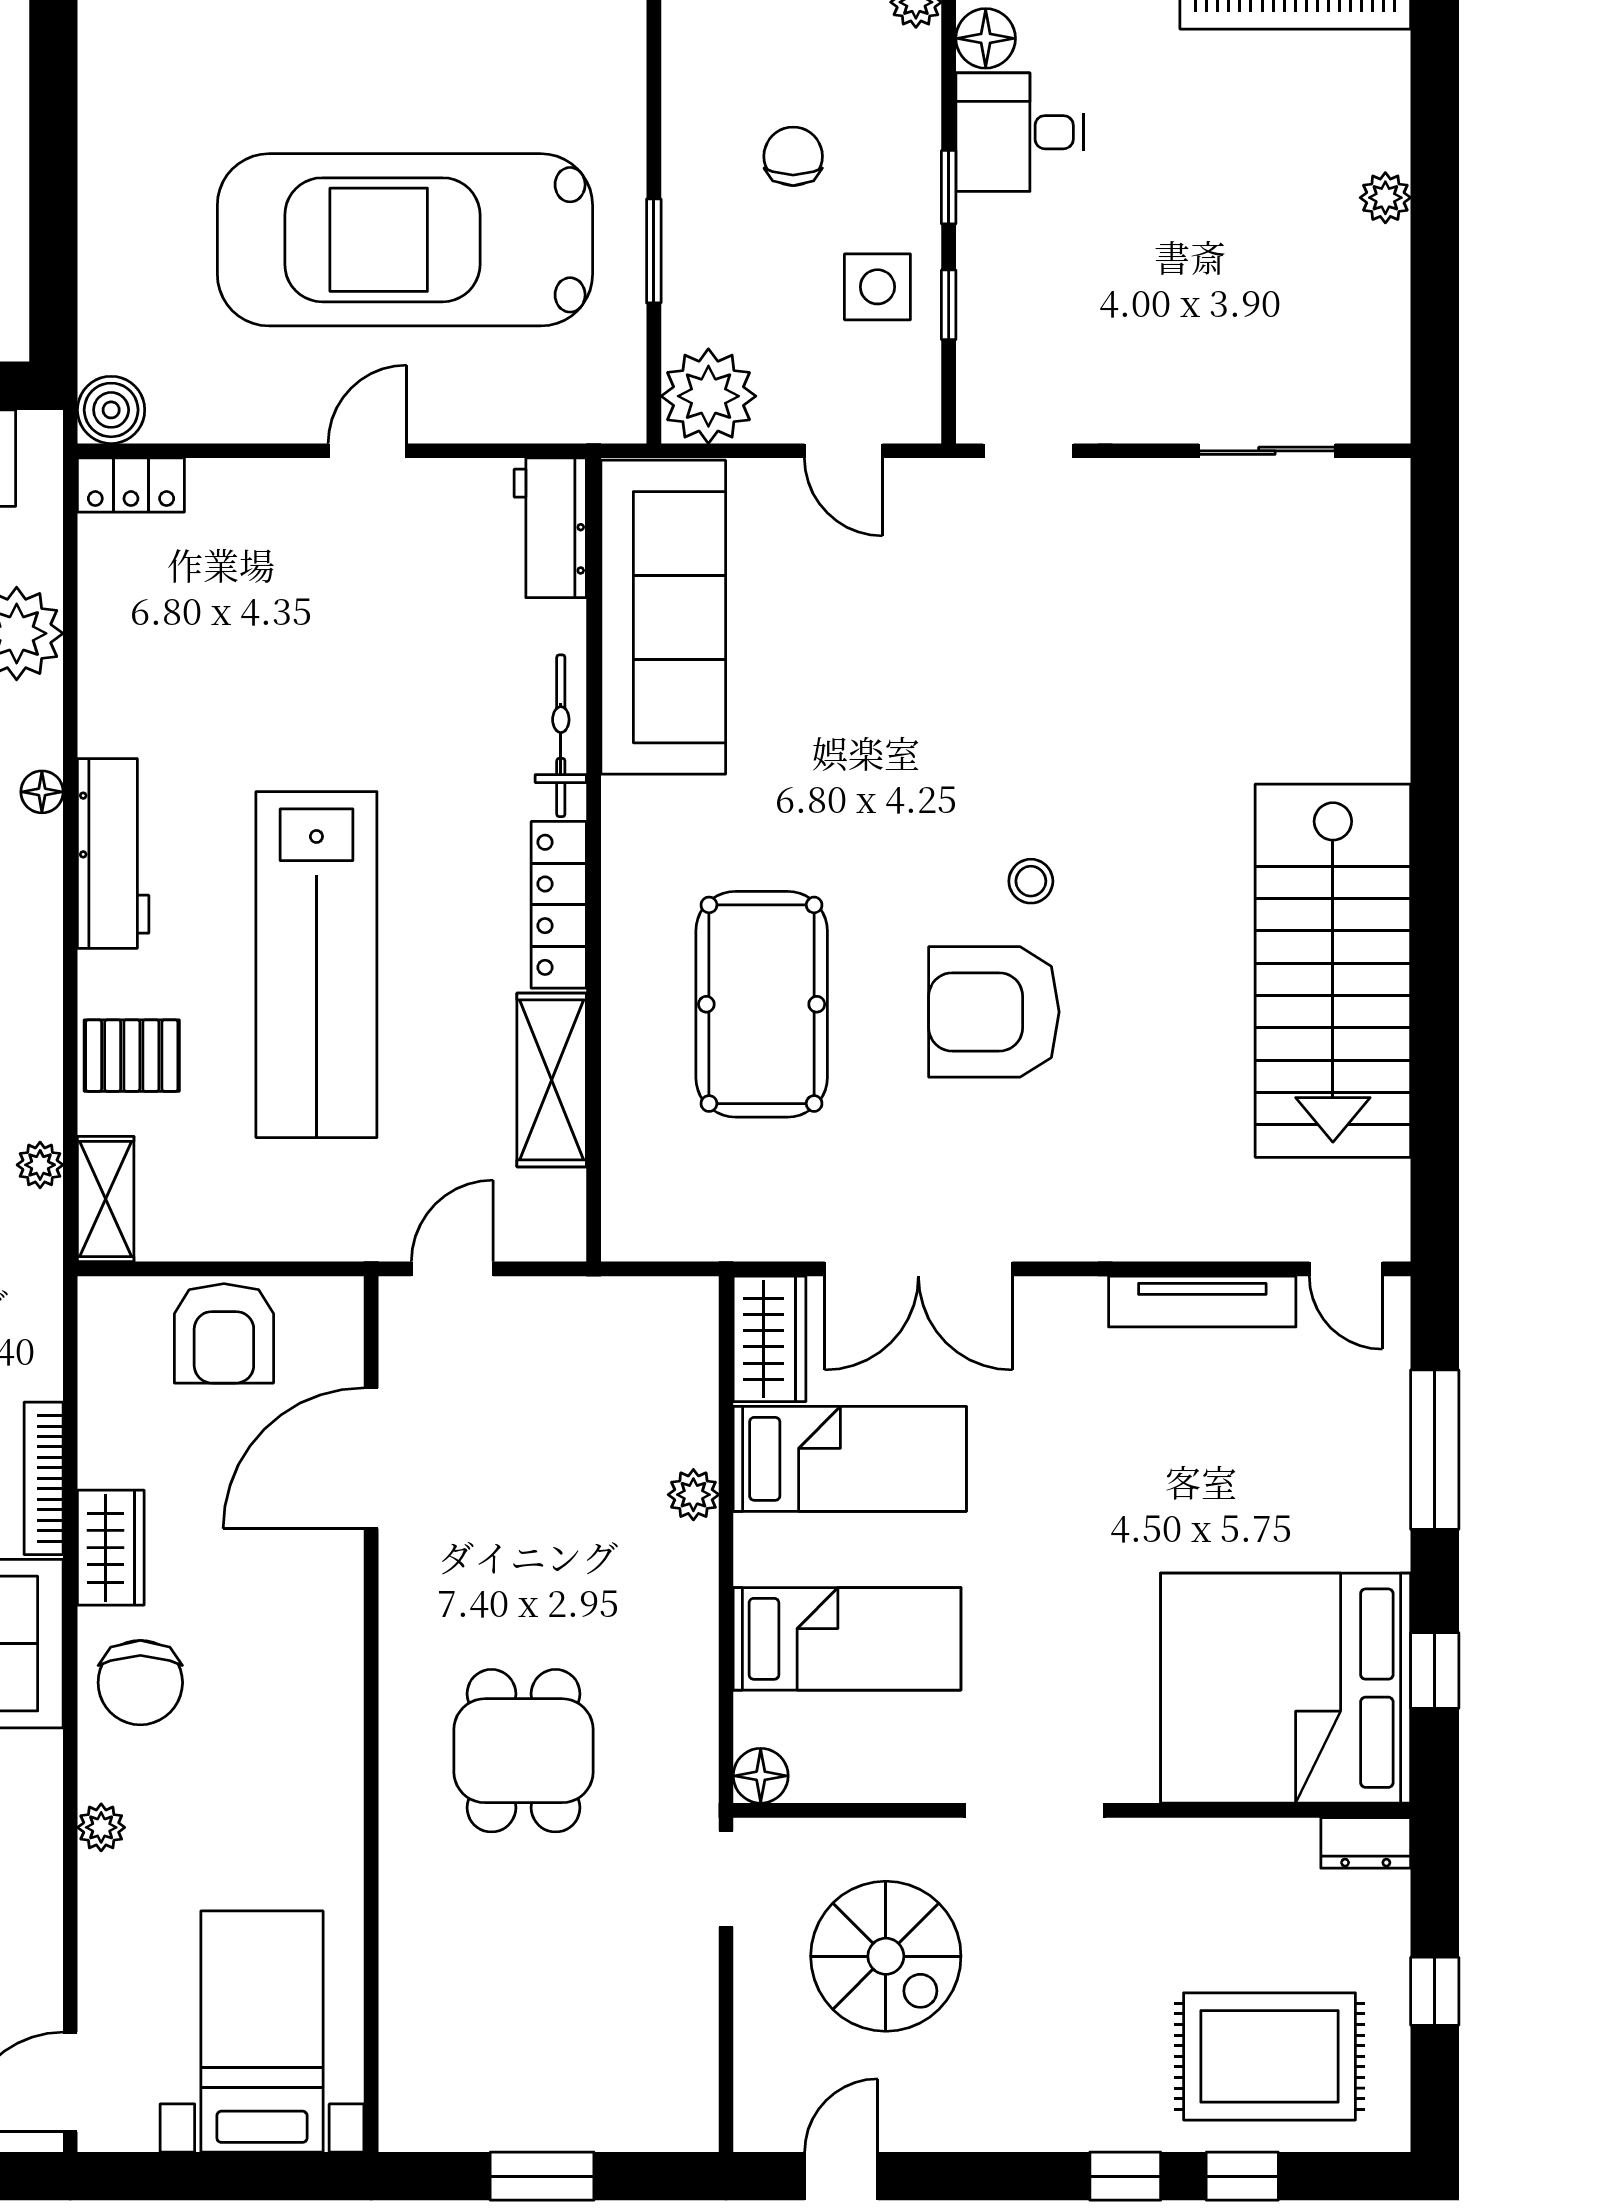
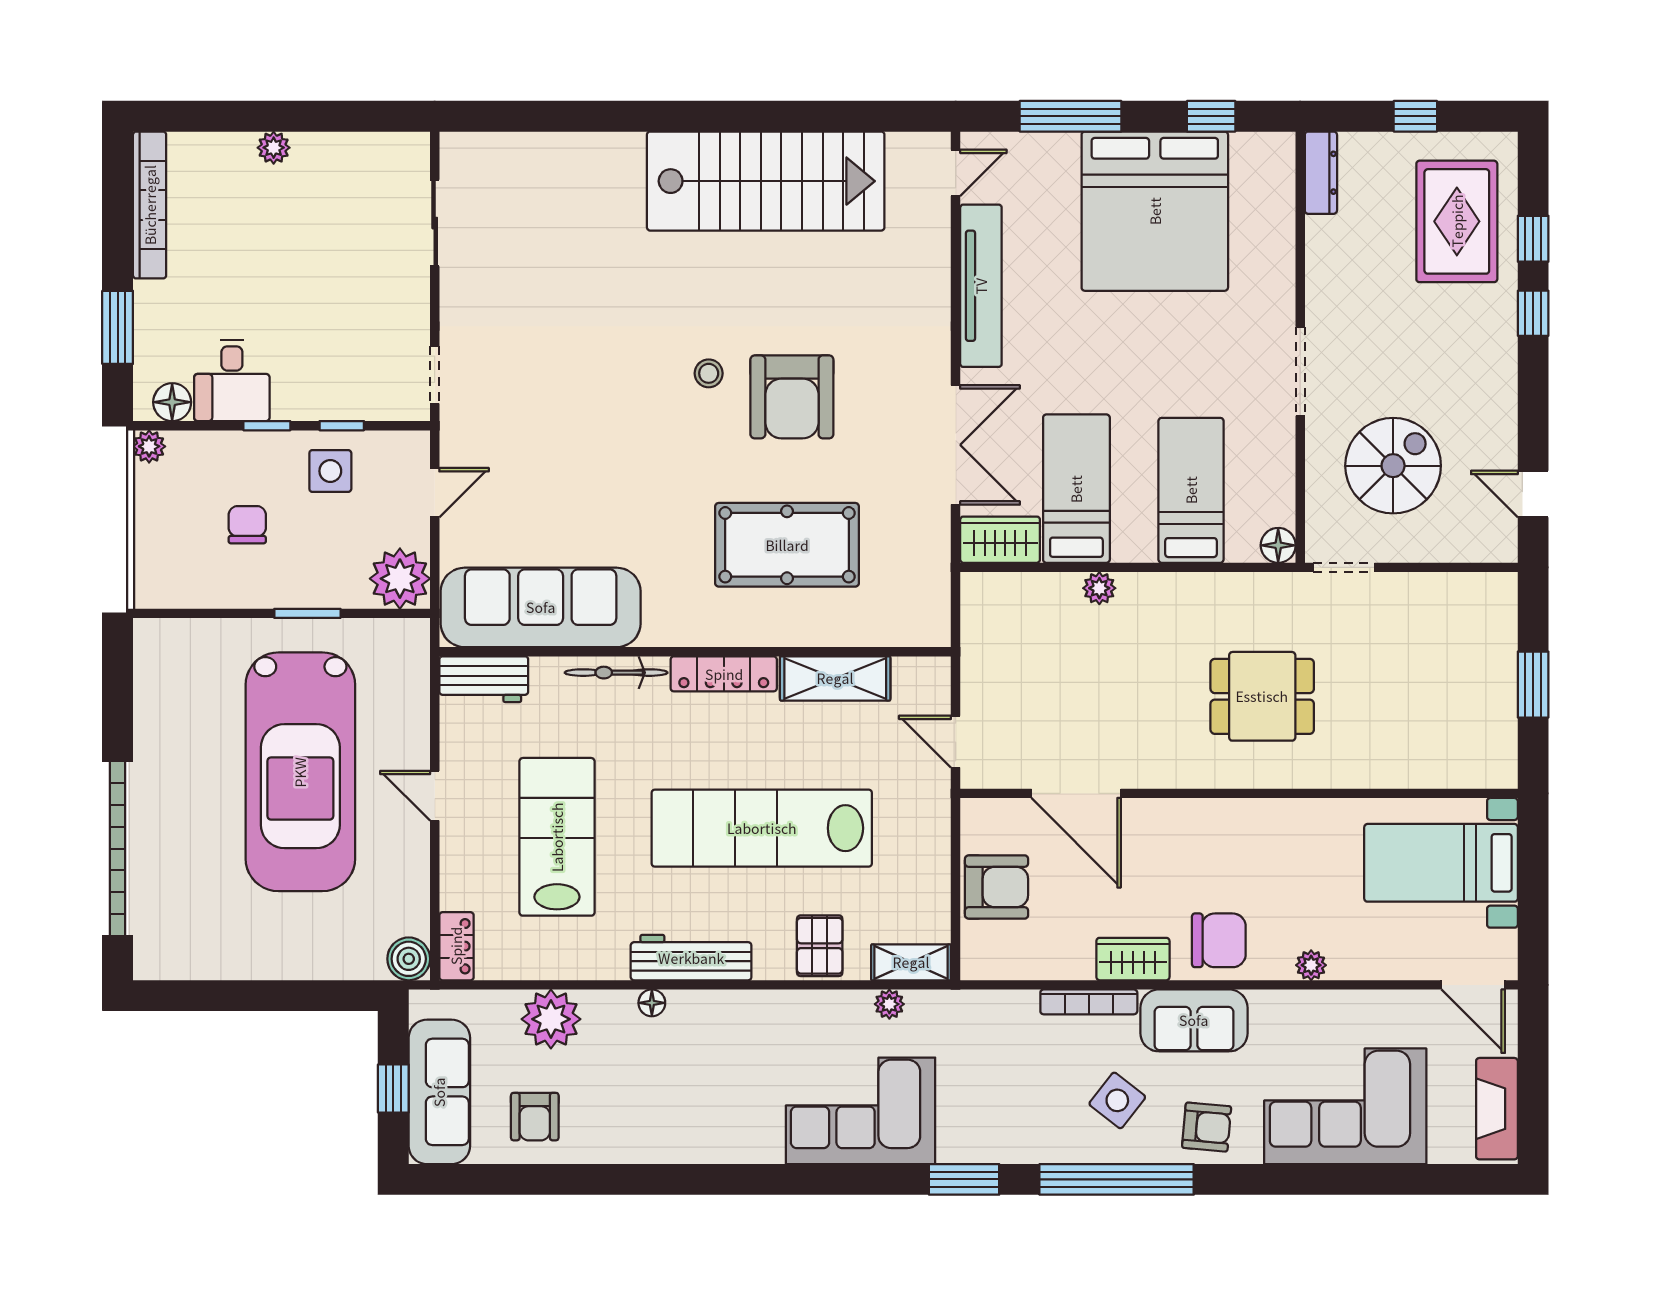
chair: (793, 156) -> (247, 525), turned 90
lab bench: (303, 643) -> (557, 837), added
lab bench: (316, 965) -> (762, 828), turned 180
tv unit: (1202, 1302) -> (981, 286), width x1.36, depth x1.29
bed: (1286, 1688) -> (1155, 211), moved
dresser: (1366, 1843) -> (1321, 173), width x1.44

